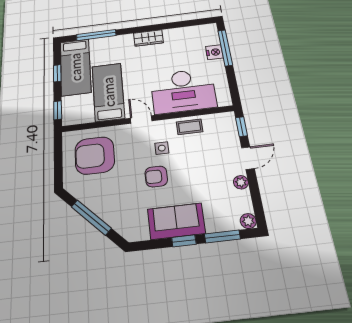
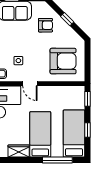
bed: (108, 92) -> (40, 134), moved, turned 180
armchair: (156, 176) -> (45, 25), moved
window: (91, 218) -> (67, 19), width x0.46

